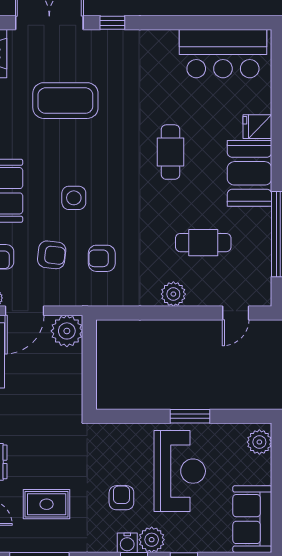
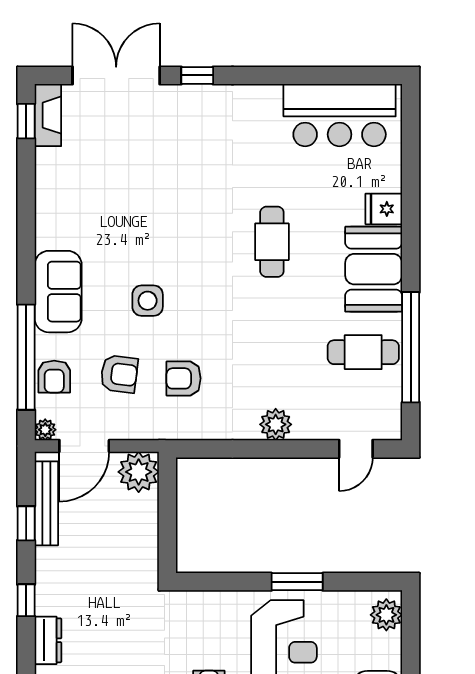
coffee table: (65, 101) -> (137, 176), removed
cafe table: (203, 243) -> (363, 352), moved

